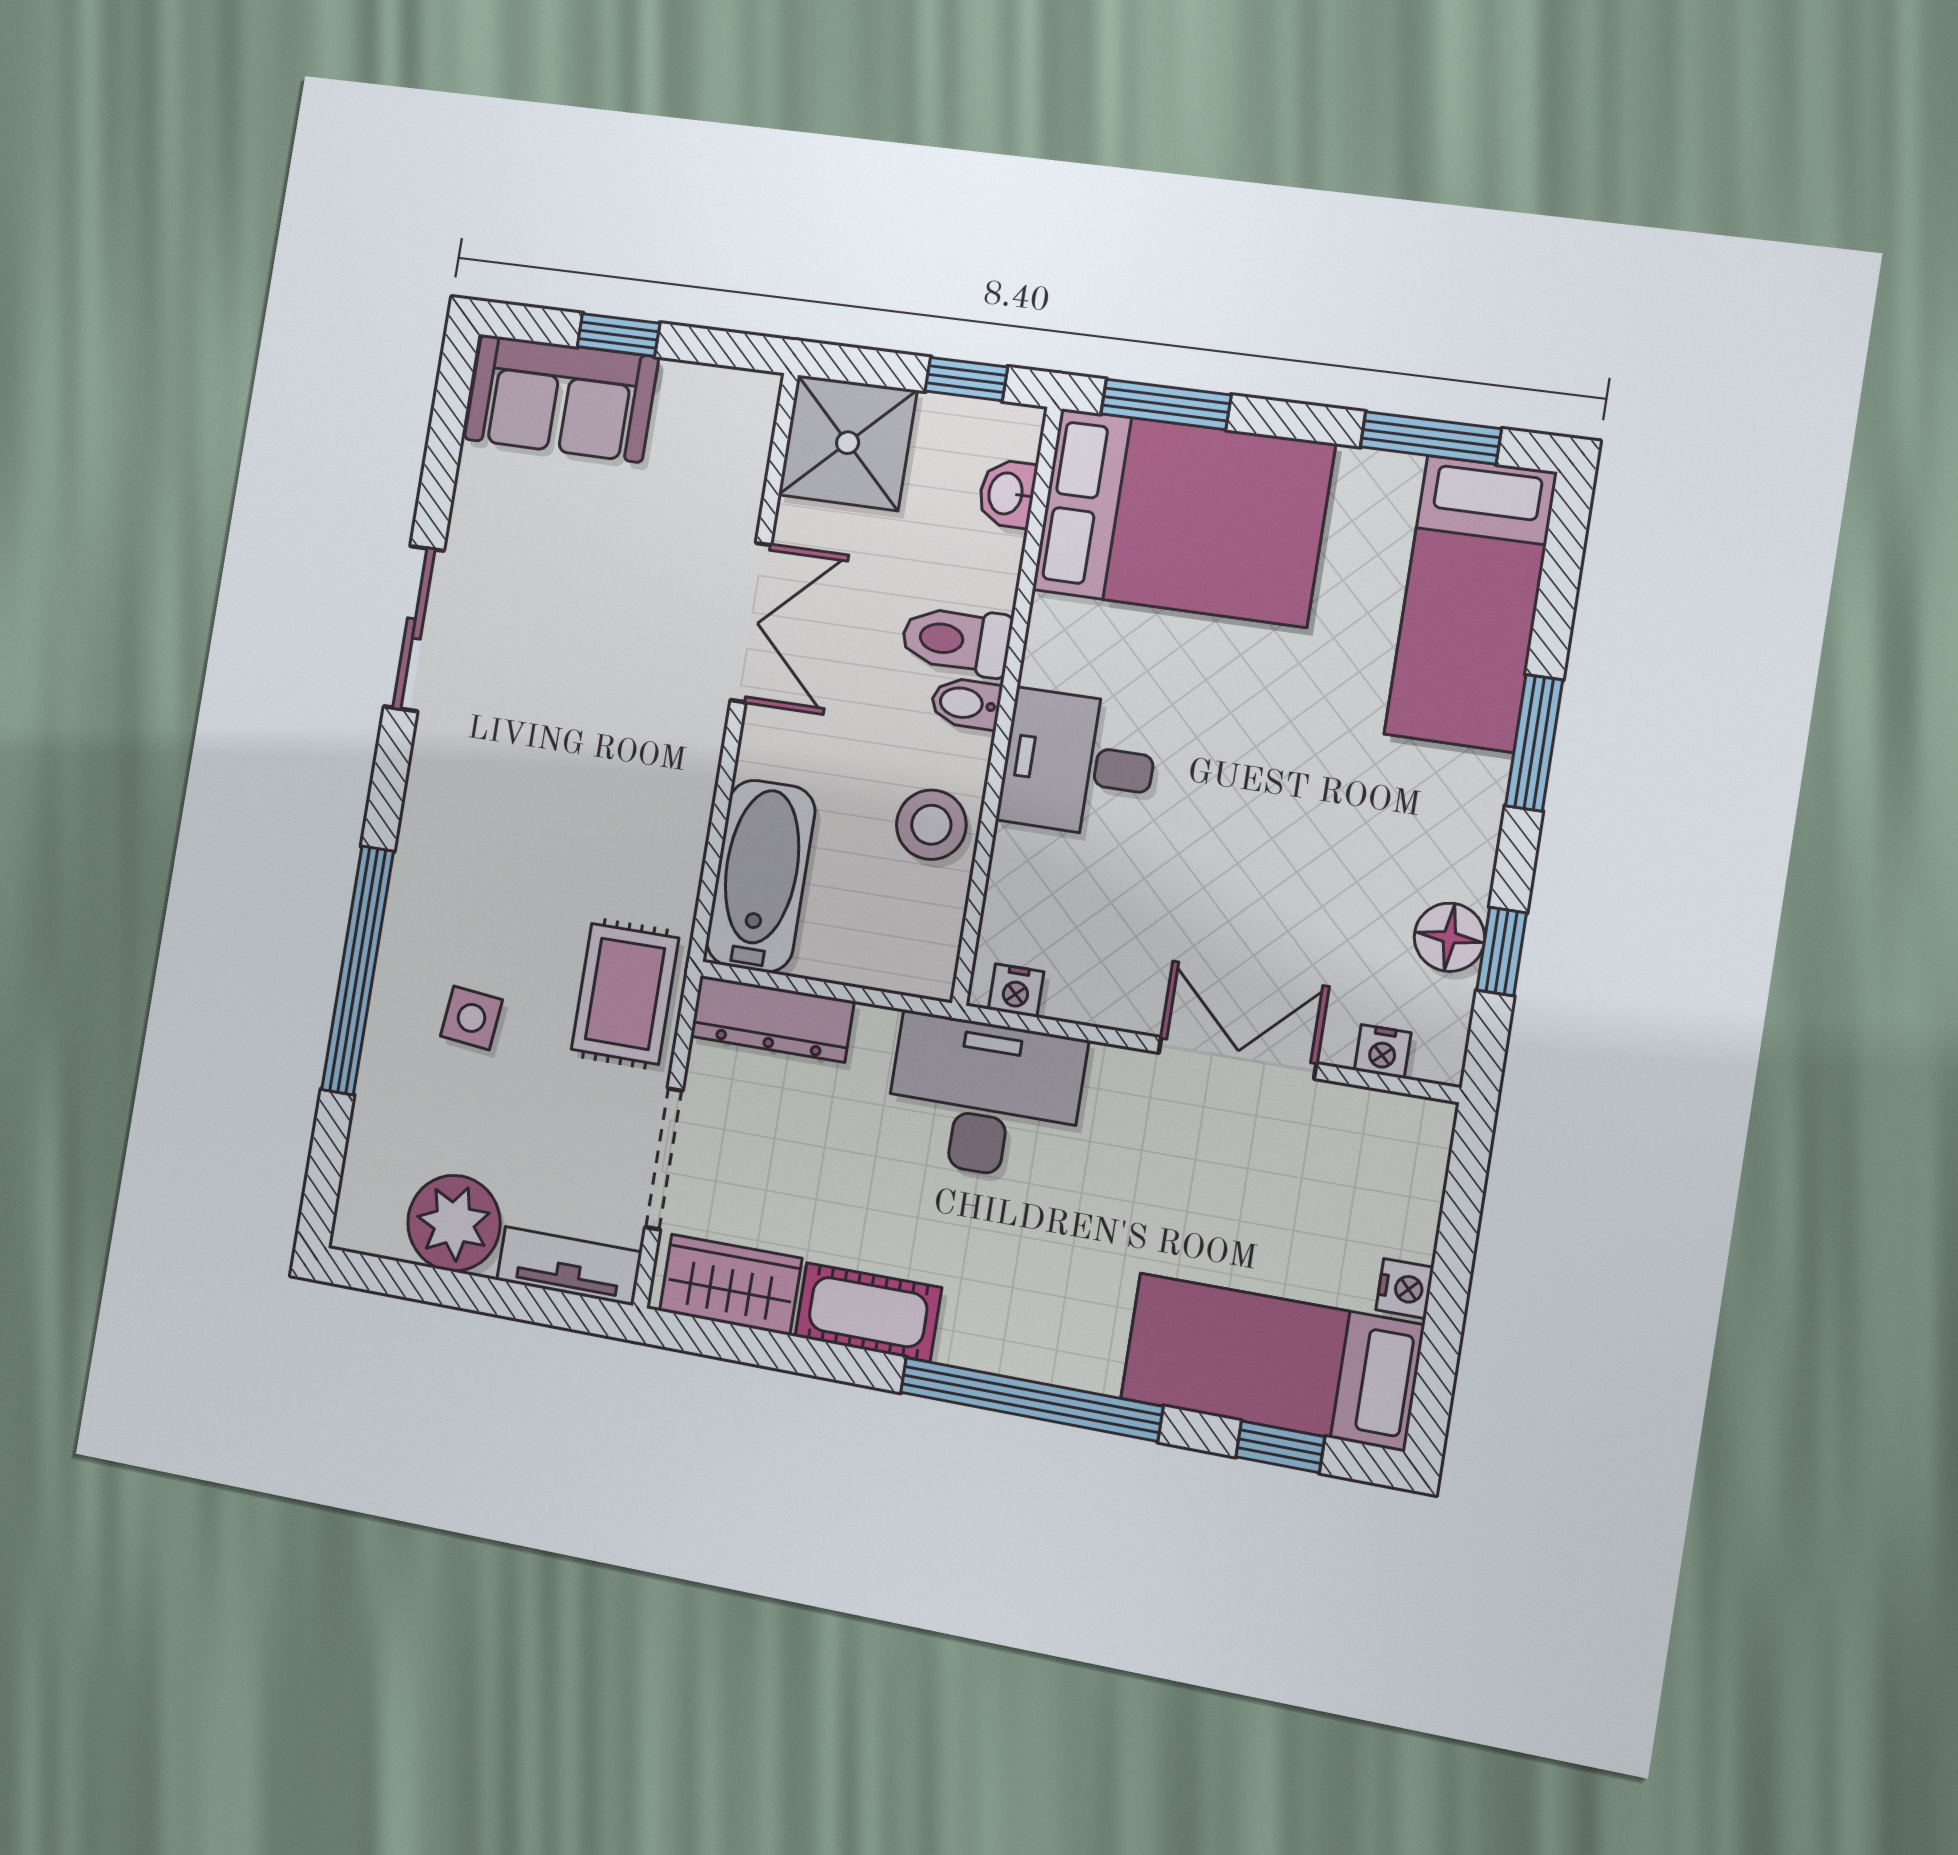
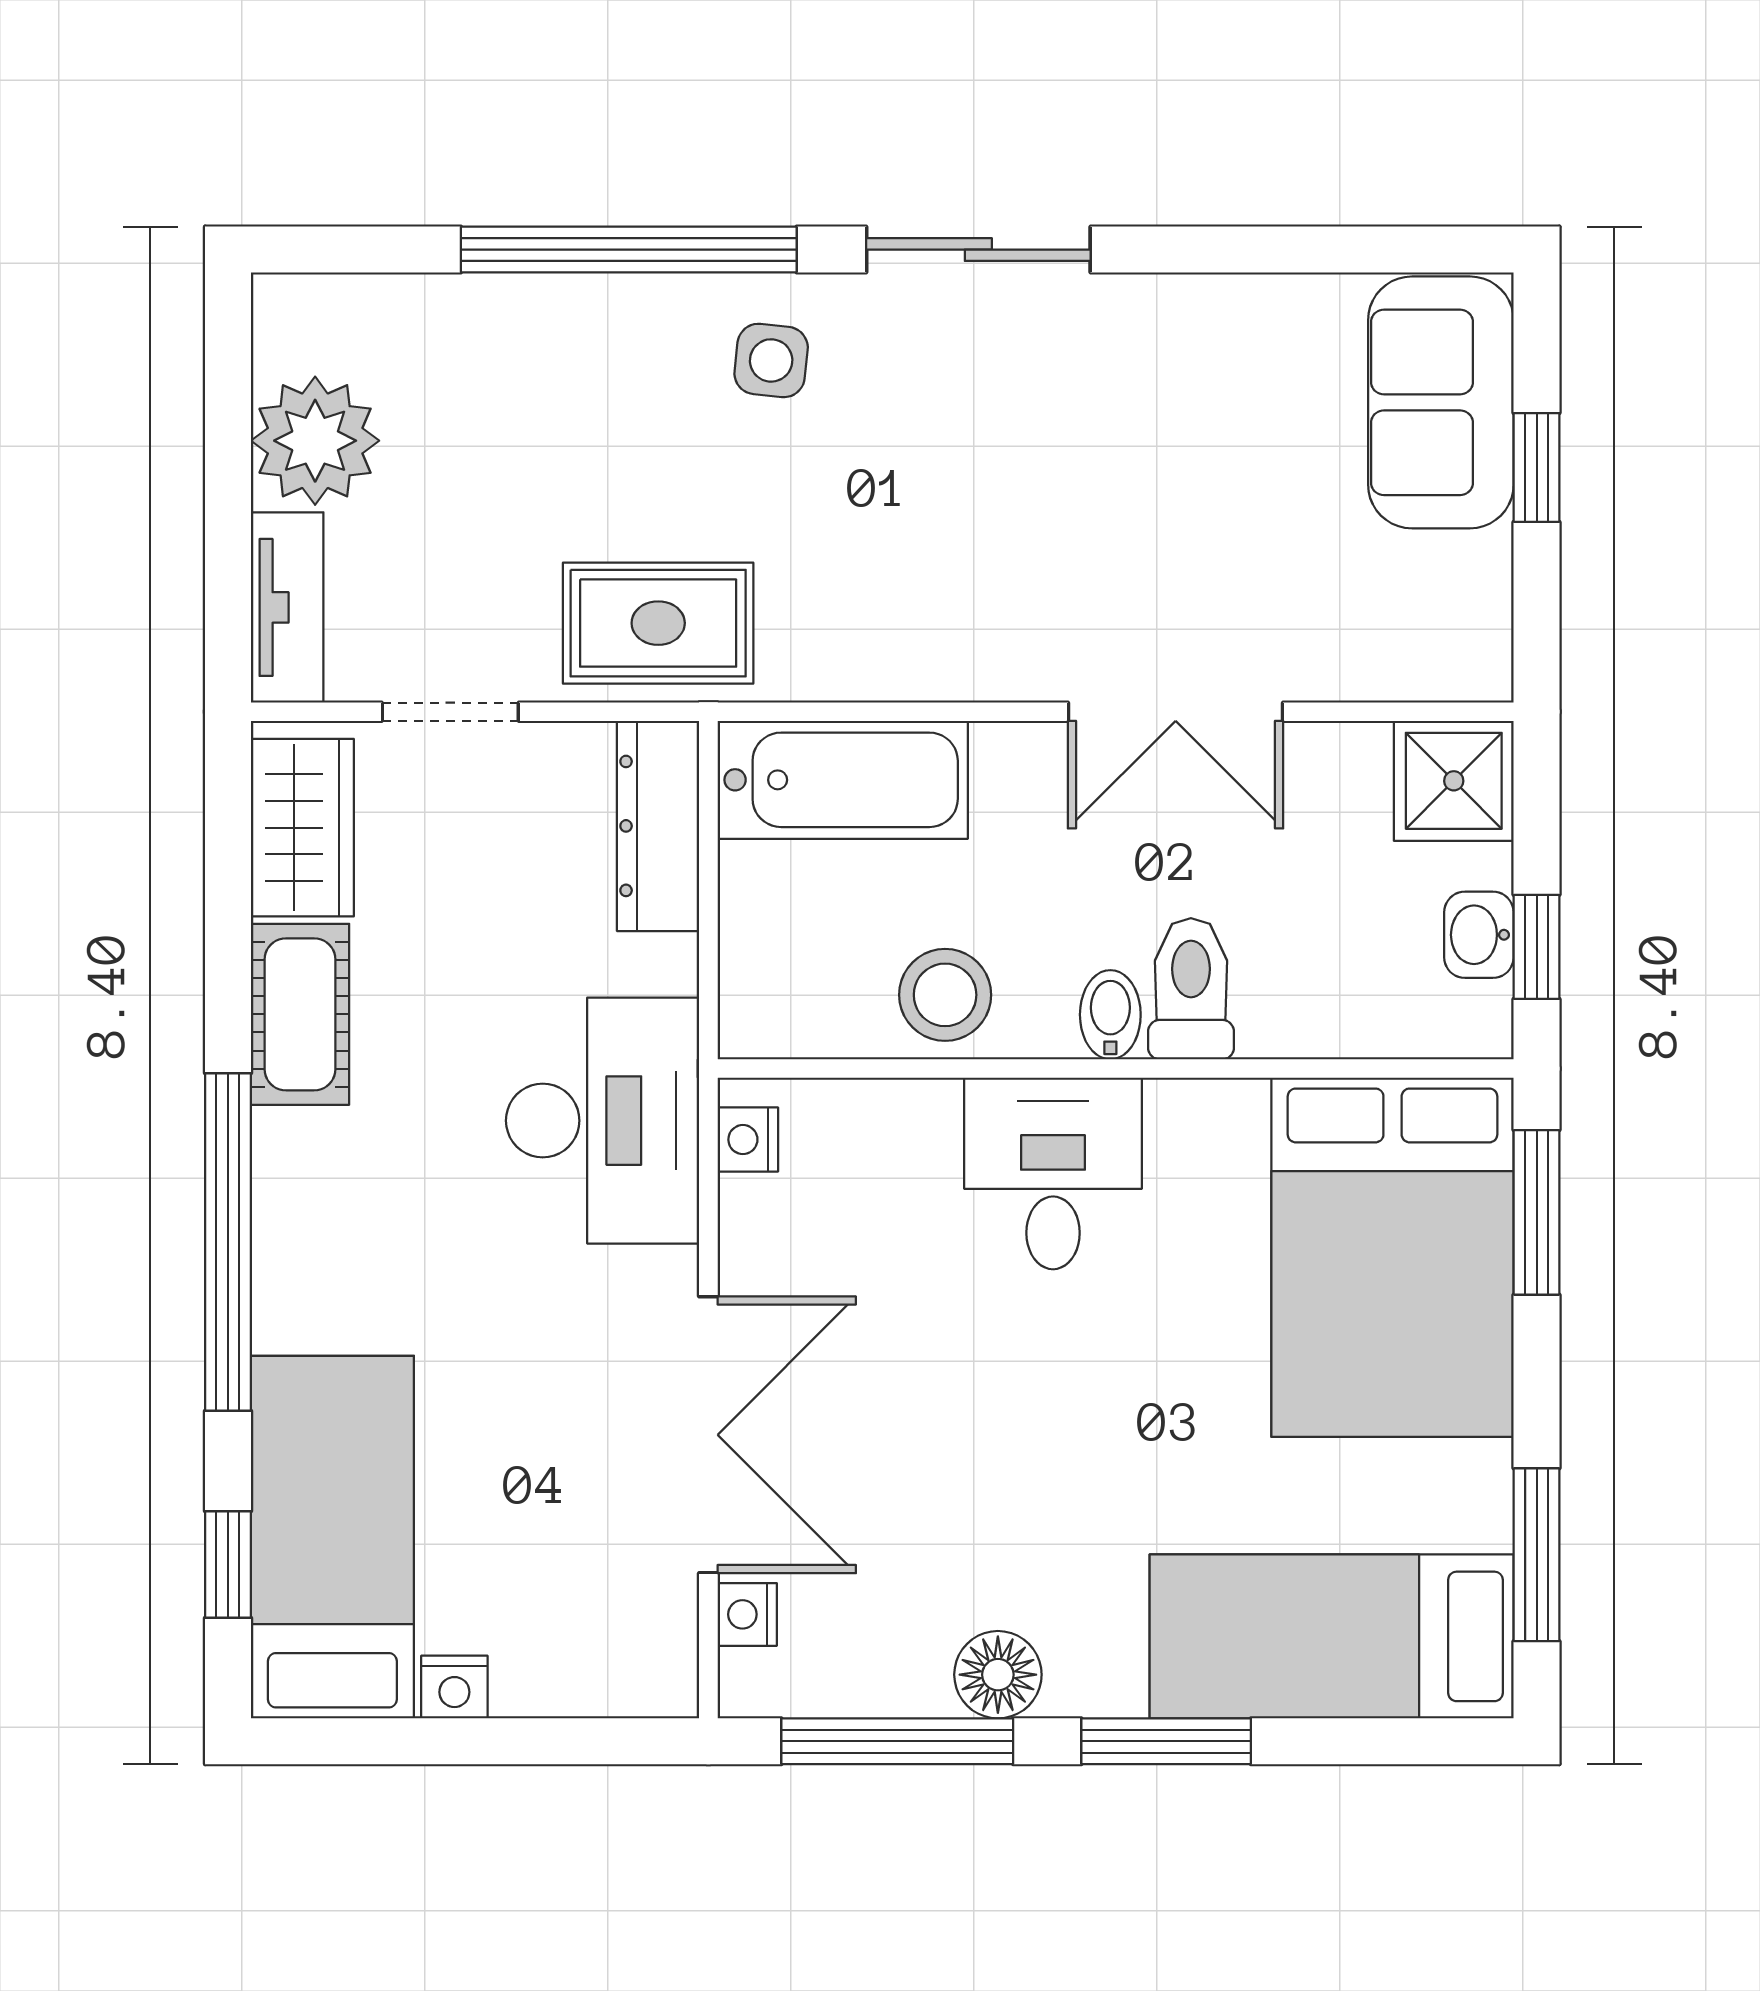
shower: (848, 443) -> (1454, 781), width x0.73, depth x0.73
washbasin: (1007, 494) -> (1479, 935), moved, turned -90
sliding door: (414, 629) -> (978, 250), moved
floor lamp: (1449, 937) -> (998, 1675), moved
window: (1502, 951) -> (897, 1741), width x2.17
side table: (471, 1018) -> (771, 360), moved
double door: (1237, 1058) -> (708, 1435), width x1.37
doorway: (664, 1159) -> (450, 712), width x0.73

